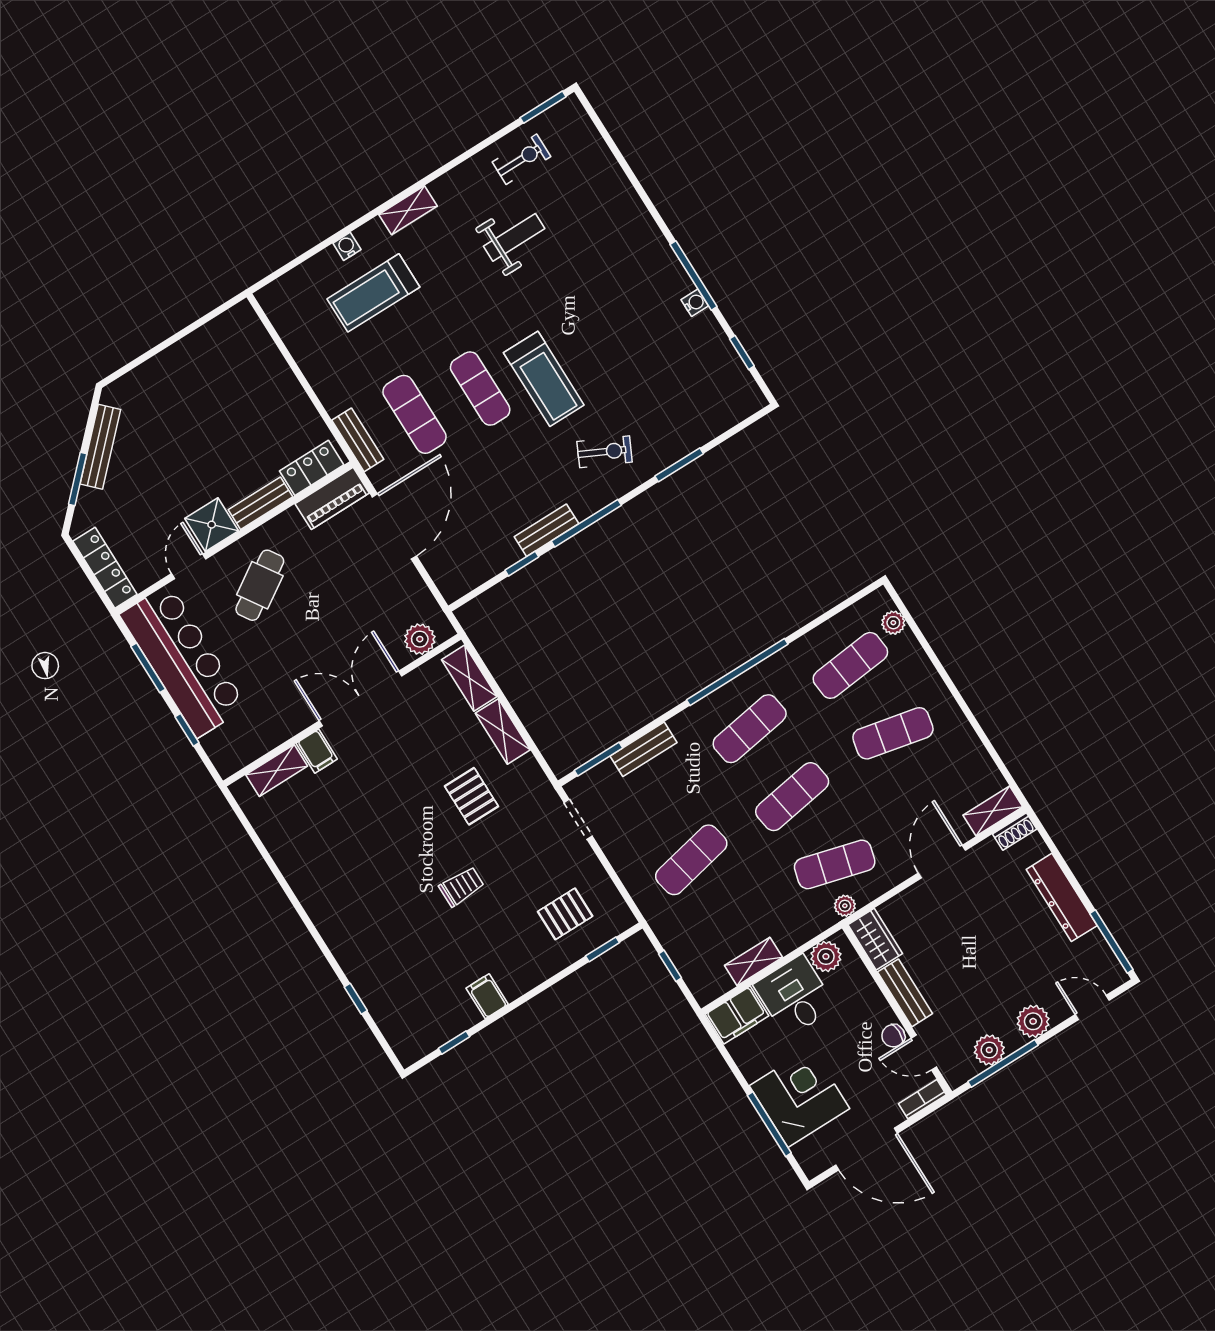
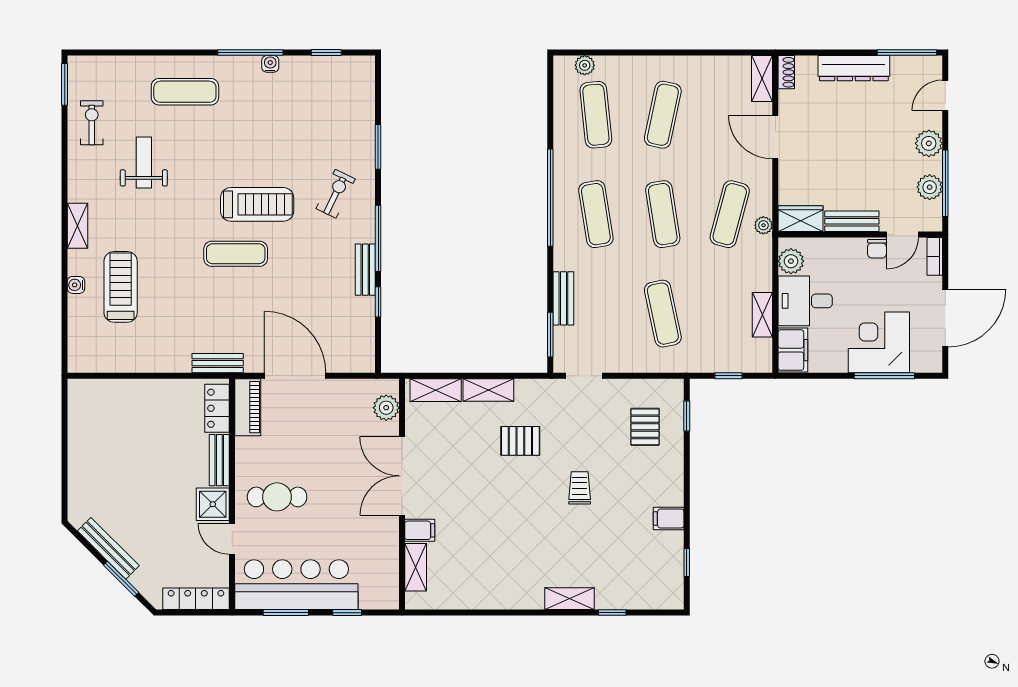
treadmill: (373, 293) -> (121, 287), turned 180
exercise mat: (414, 414) -> (185, 92), moved
cafe table: (260, 585) -> (277, 497), turned -57
shelving: (343, 947) -> (570, 599), added

